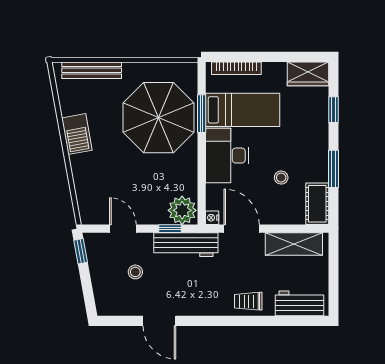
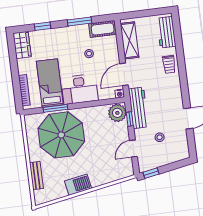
bench: (92, 70) -> (36, 176), width x0.73

